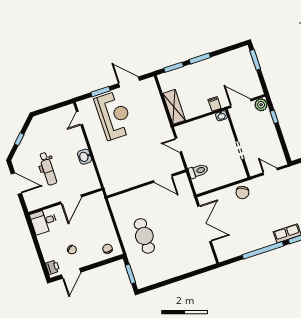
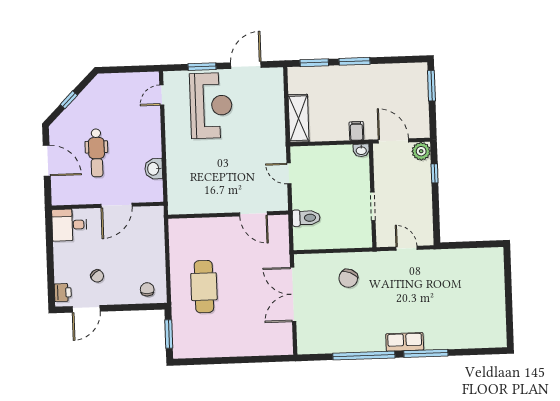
door: (129, 82) -> (246, 65), hinge flipped
washbasin: (85, 157) -> (154, 169), moved
chair: (242, 193) -> (348, 278), moved
double door: (205, 224) -> (293, 294), swing flipped

